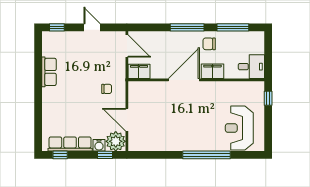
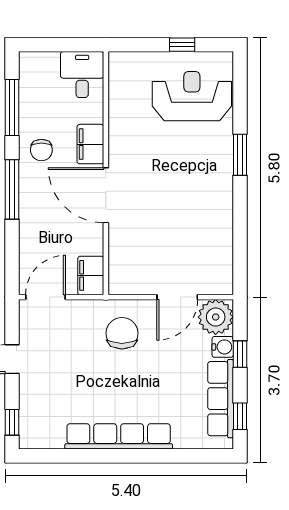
row of seats: (49, 72) -> (119, 436), width x2.02
chair: (107, 89) -> (122, 333), width x1.87, depth x1.87
window: (268, 98) -> (182, 45), moved
reception desk: (239, 128) -> (192, 96), turned 180
window: (105, 155) -> (240, 354), moved
window: (207, 155) -> (240, 155), width x0.47

